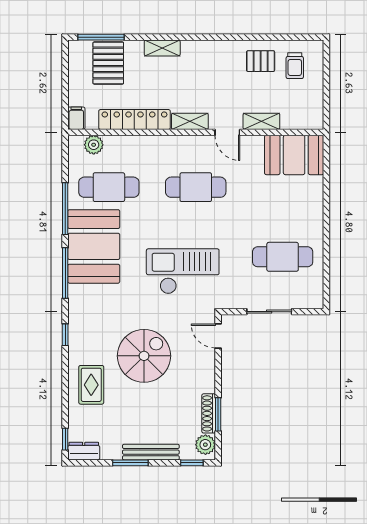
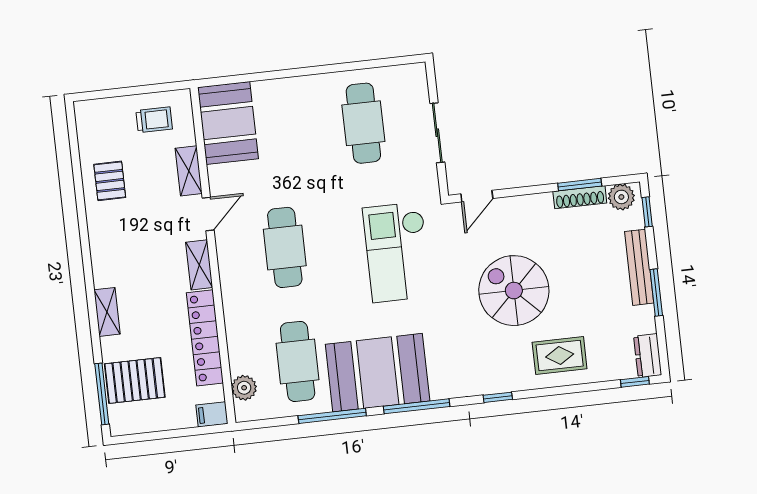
trolley: (295, 66) -> (154, 120), moved

